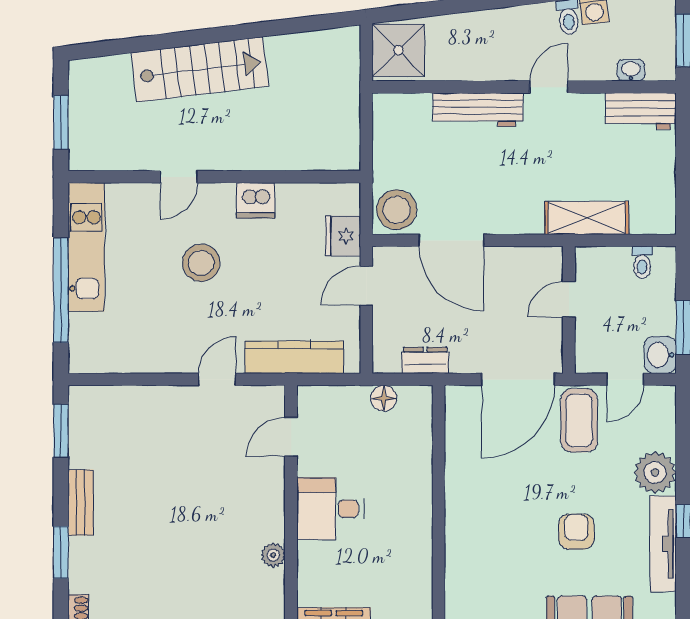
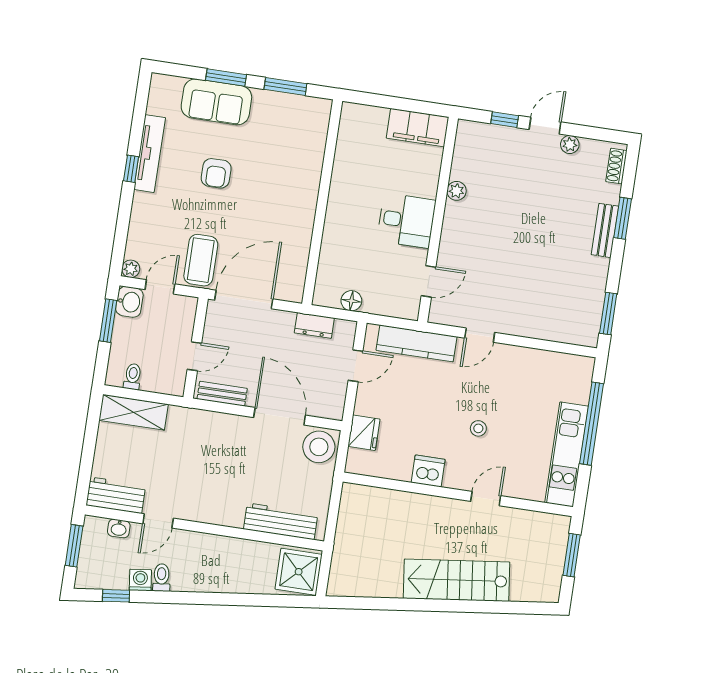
door: (549, 87) -> (158, 521), moved
workbench: (478, 110) -> (281, 521), moved
shelving: (587, 218) -> (134, 412), moved
bench: (527, 258) -> (222, 394), added
stool: (201, 263) -> (478, 428), width x0.53, depth x0.53
door: (366, 286) -> (355, 366), moved
plant: (655, 472) -> (131, 269), moved, width x0.53, depth x0.53
bench: (81, 502) -> (605, 230), moved

